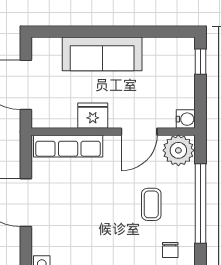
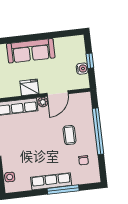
window: (200, 62) -> (90, 61), moved
water cooler: (186, 119) -> (82, 69), moved
plant: (178, 150) -> (43, 102), moved, width x0.53, depth x0.53

